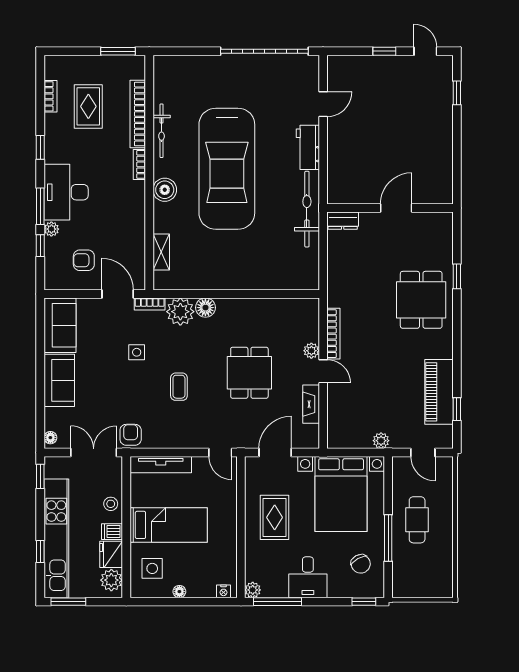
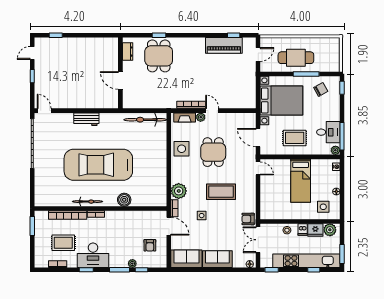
door: (323, 104) -> (44, 111), moved
bicycle: (162, 131) -> (88, 202), moved
car: (227, 169) -> (98, 165), turned 180
boiler: (165, 190) -> (124, 200), moved
desk: (66, 192) -> (93, 255), moved
door: (396, 208) -> (120, 81), moved
bicycle: (307, 209) -> (145, 120), moved
dresser: (343, 221) -> (128, 52), moved
shelving: (161, 252) -> (145, 202), removed
door: (118, 294) -> (169, 226), swing flipped
dining table: (421, 300) -> (159, 56), moved, turned 90
floor lamp: (205, 308) -> (176, 177), removed
side table: (255, 317) -> (182, 149), added
door: (323, 371) -> (212, 111), hinge flipped
dining table: (249, 373) -> (213, 152), turned 90
coffee table: (179, 387) -> (221, 192), width x1.86, depth x1.72
fireplace: (311, 404) -> (185, 117), moved
plant: (381, 441) -> (251, 78), removed
door: (220, 453) -> (258, 168), hinge flipped
tv unit: (161, 465) -> (265, 202), removed
cafe table: (417, 520) -> (296, 58), width x1.37, depth x1.35
bed: (169, 525) -> (301, 181), moved, turned 180
desk: (308, 577) -> (328, 132), moved

